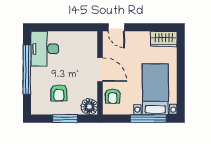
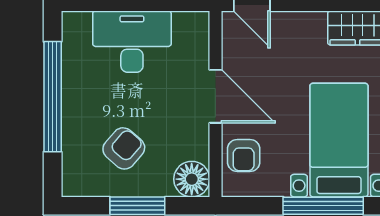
desk: (45, 49) -> (132, 42), moved, turned 90
armchair: (59, 93) -> (124, 148), turned -139

